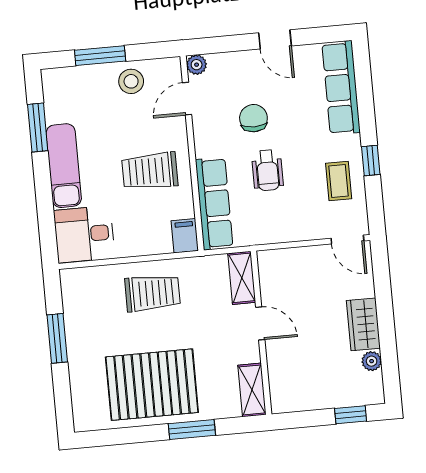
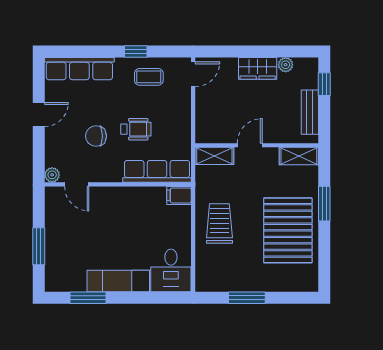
stool: (131, 81) -> (60, 225), removed
trolley: (150, 171) -> (128, 217), removed
bench: (312, 399) -> (310, 112), added

